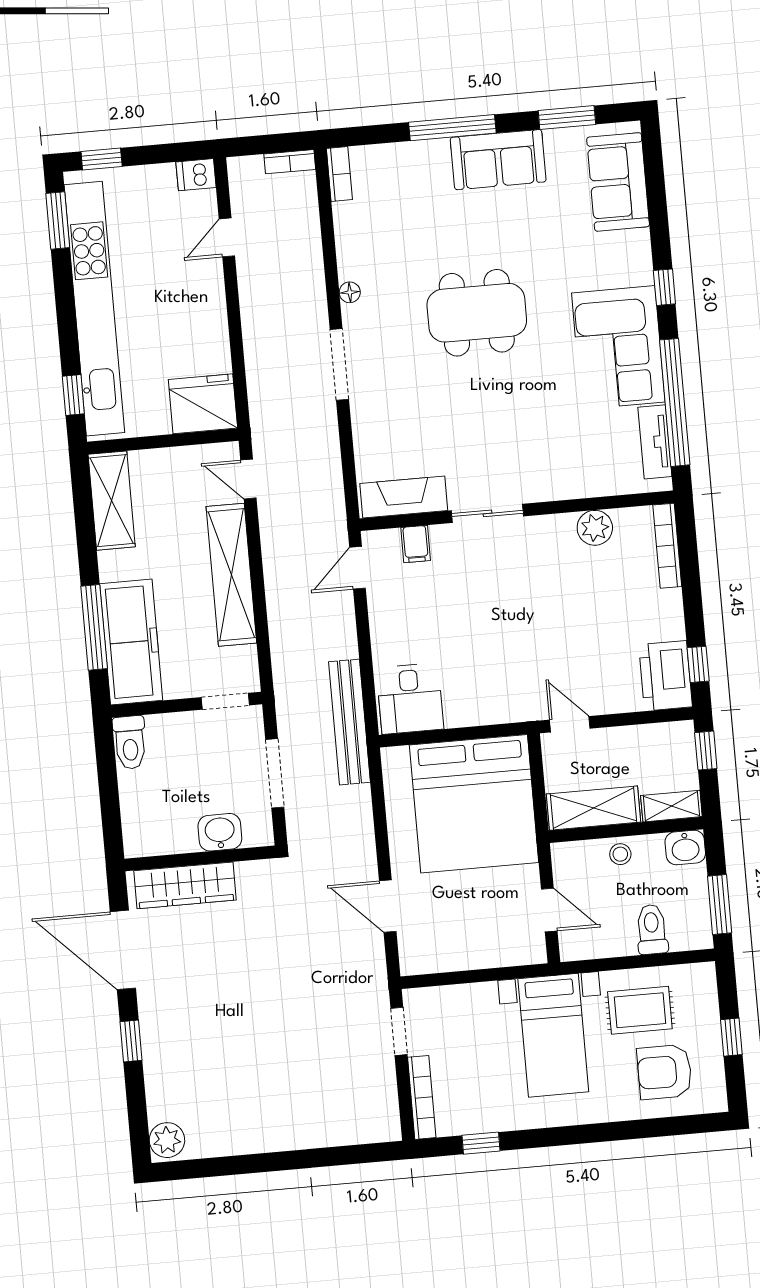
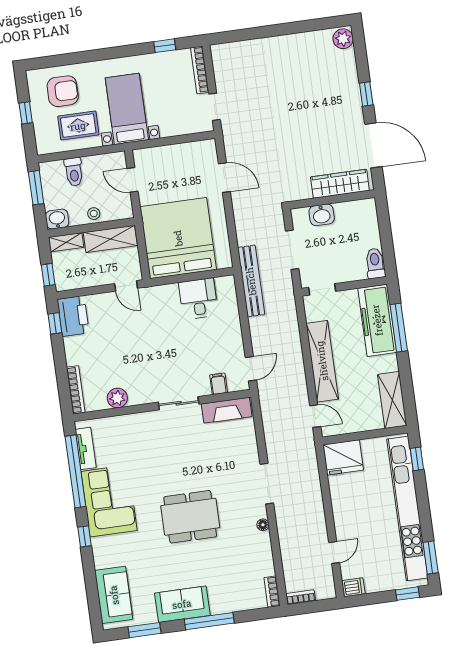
desk: (410, 699) -> (198, 299), moved

